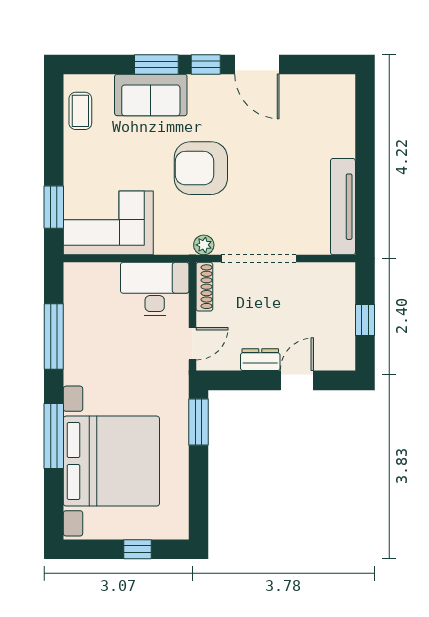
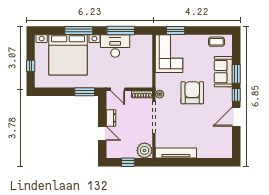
plant: (337, 281) -> (144, 150), added
desk: (155, 289) -> (115, 46), moved, turned -90

